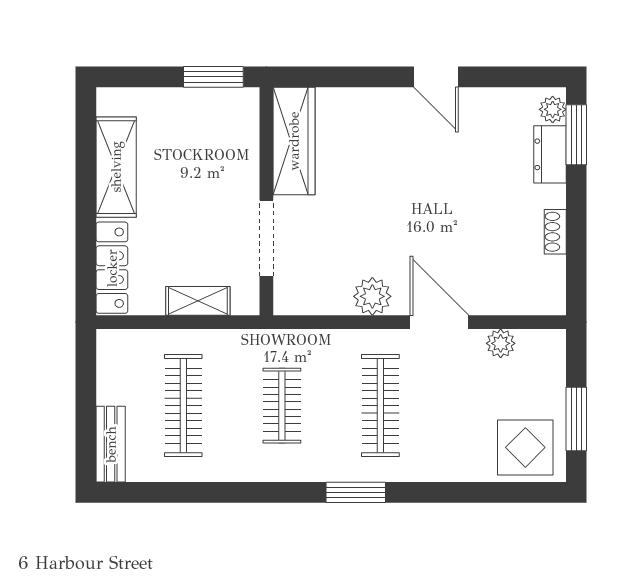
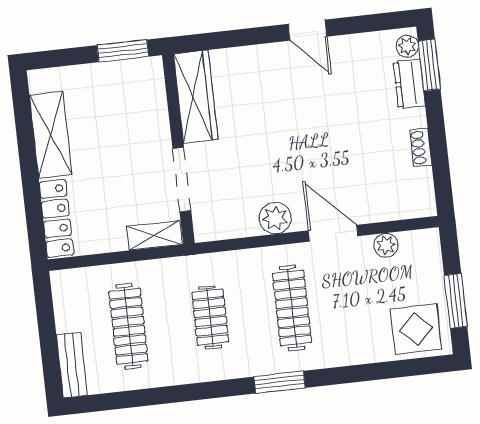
shelving: (198, 301) -> (154, 235), moved

